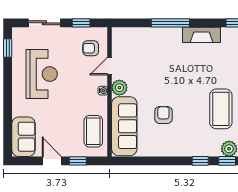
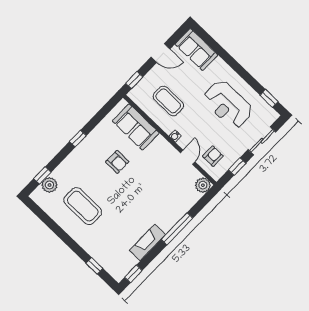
plant: (119, 88) -> (203, 185), moved
sofa: (124, 126) -> (136, 127), width x0.73
coffee table: (93, 131) -> (168, 101), moved
window: (78, 161) -> (134, 80), moved
window: (200, 161) -> (78, 139), moved

